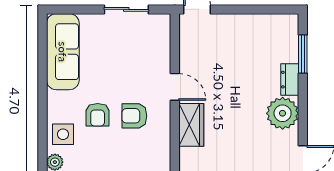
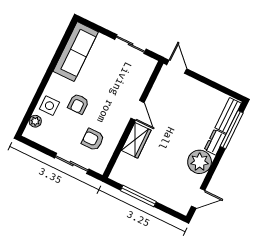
bench: (290, 39) -> (228, 116), added
window: (303, 54) -> (232, 130), width x1.44
armchair: (134, 116) -> (93, 140), moved

